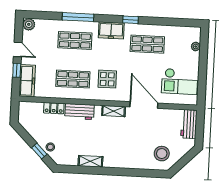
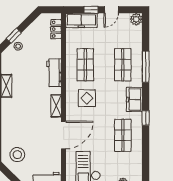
locker: (54, 108) -> (56, 29), moved

